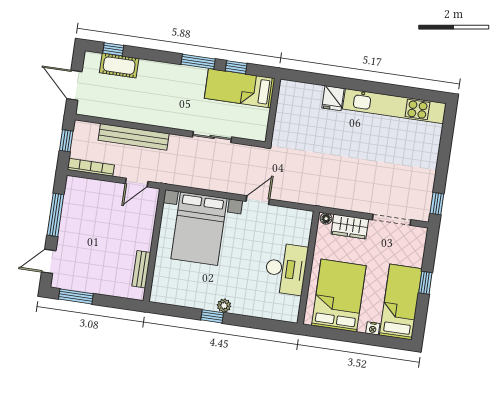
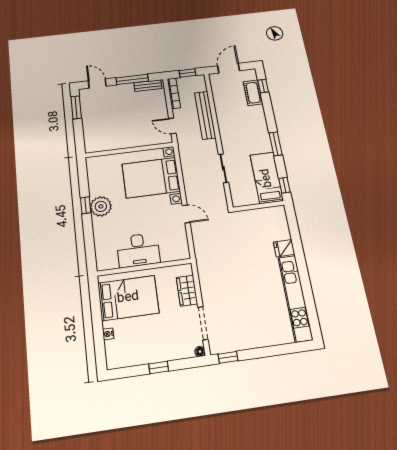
window: (236, 67) -> (284, 185), moved
floor lamp: (326, 219) -> (200, 352), moved
bench: (141, 269) -> (148, 86), moved
bed: (401, 302) -> (137, 351), removed
plant: (224, 306) -> (101, 206), width x1.87, depth x1.87

